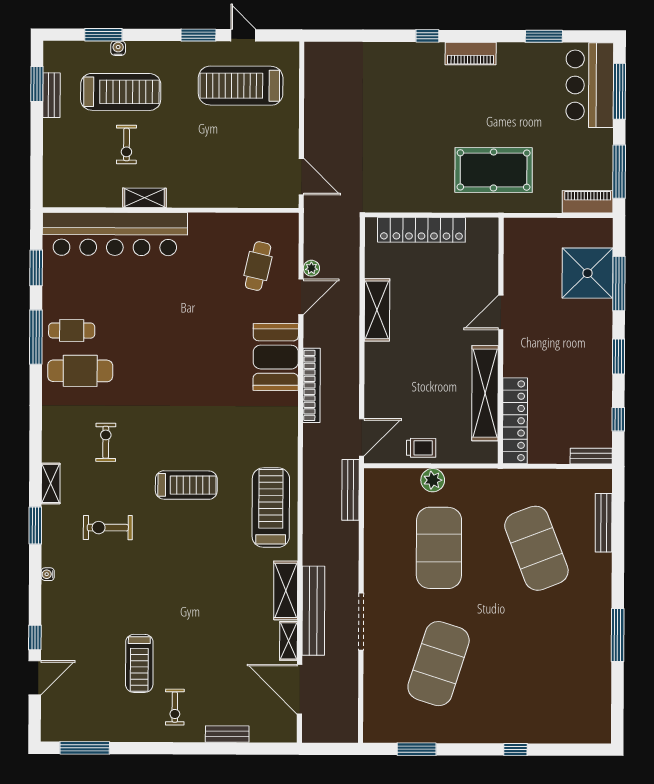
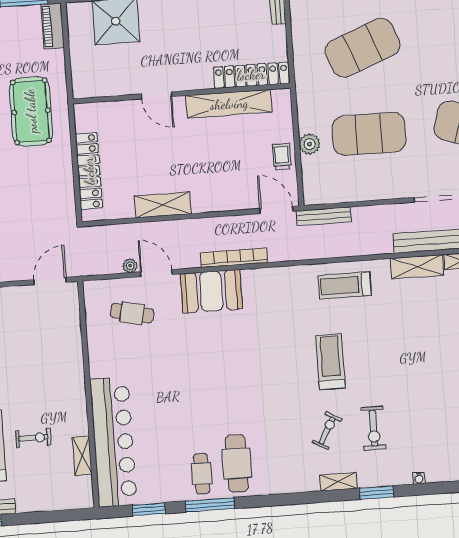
shelving: (145, 198) -> (82, 456), moved
exercise bike: (106, 442) -> (327, 431), moved, turned 119
treadmill: (271, 508) -> (345, 285), width x0.73, depth x0.73

